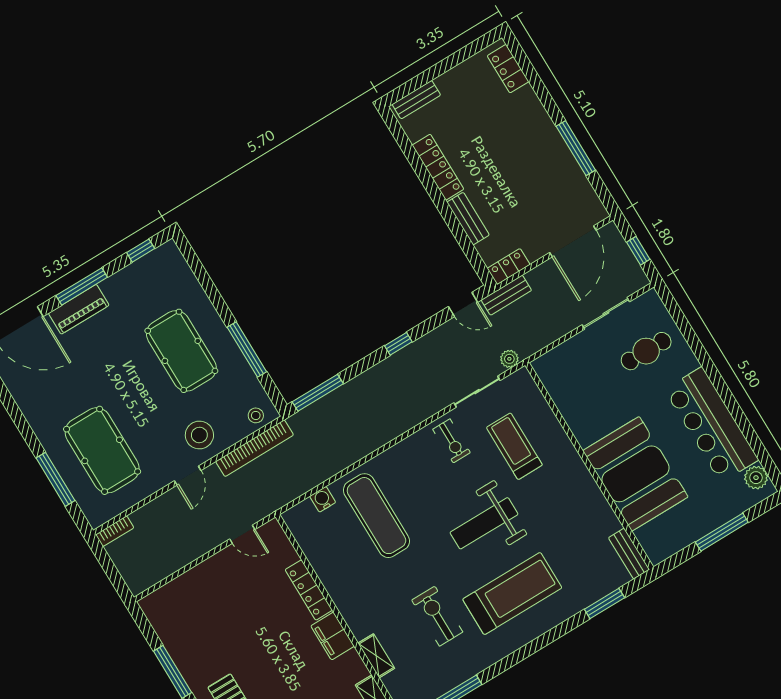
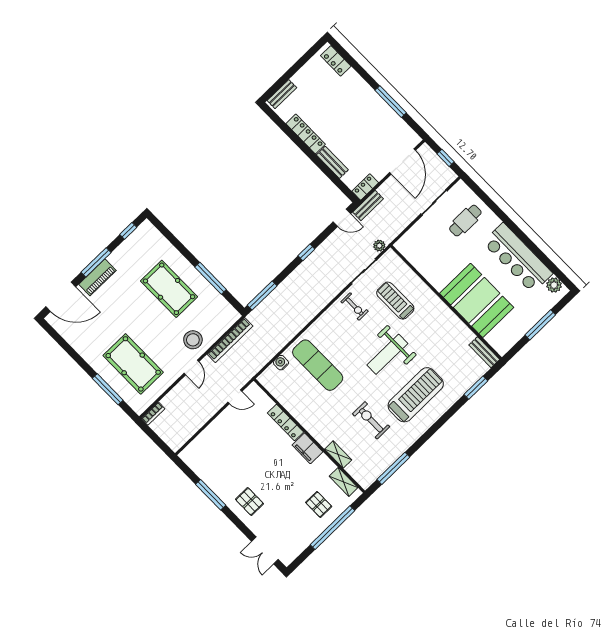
stool: (256, 415) -> (226, 319), removed

